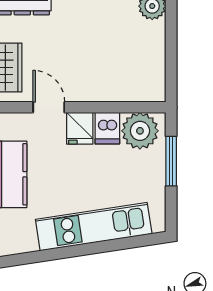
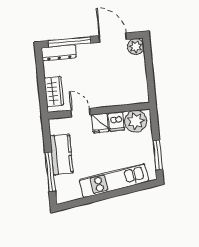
window: (171, 161) -> (158, 155), moved

